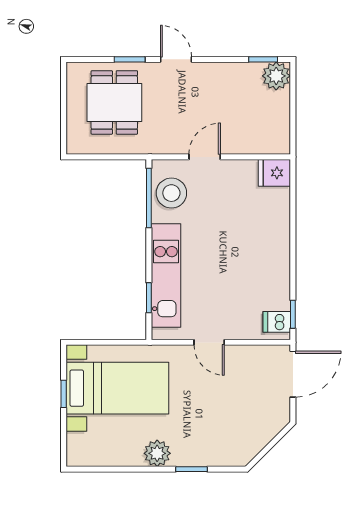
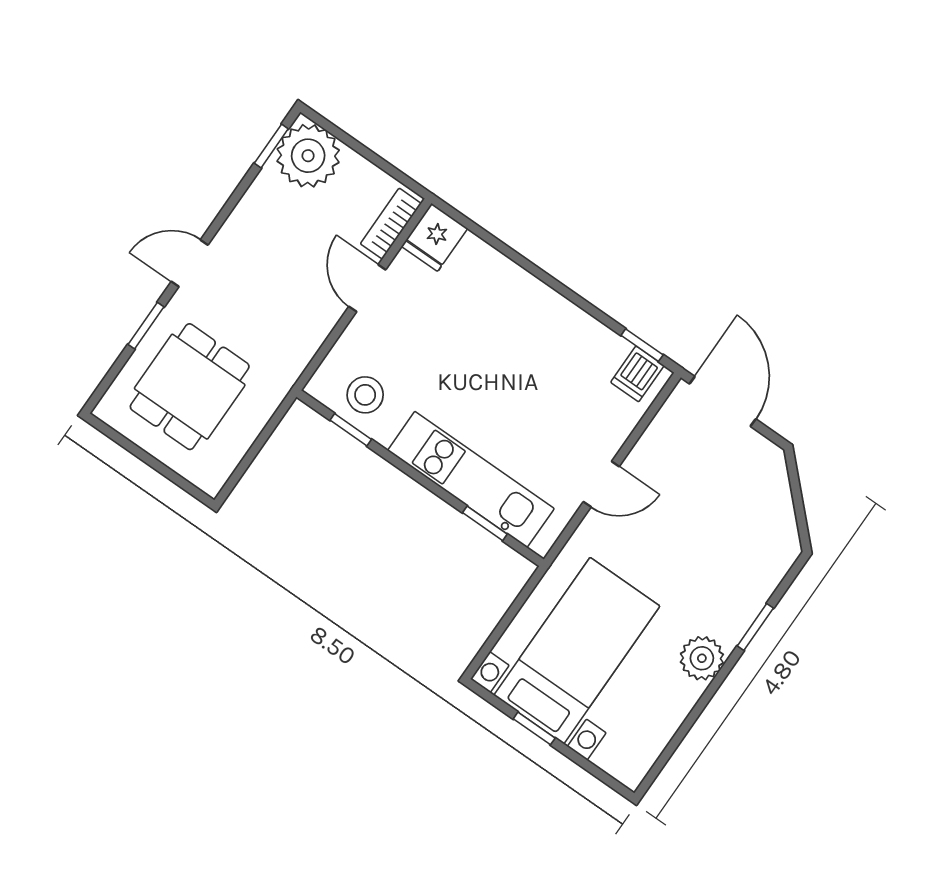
plant: (276, 76) -> (308, 156), width x1.36, depth x1.36
dining table: (114, 102) -> (190, 387), turned 90
bookcase: (266, 146) -> (391, 224), added
door: (205, 157) -> (367, 288), moved
stool: (171, 193) -> (365, 395), width x0.73, depth x0.73
window: (149, 198) -> (351, 430), width x0.46

